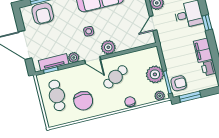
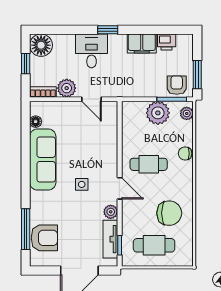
plant: (108, 47) -> (108, 164), removed
door: (93, 60) -> (120, 188), hinge flipped
cafe table: (115, 77) -> (149, 164), turned -60

